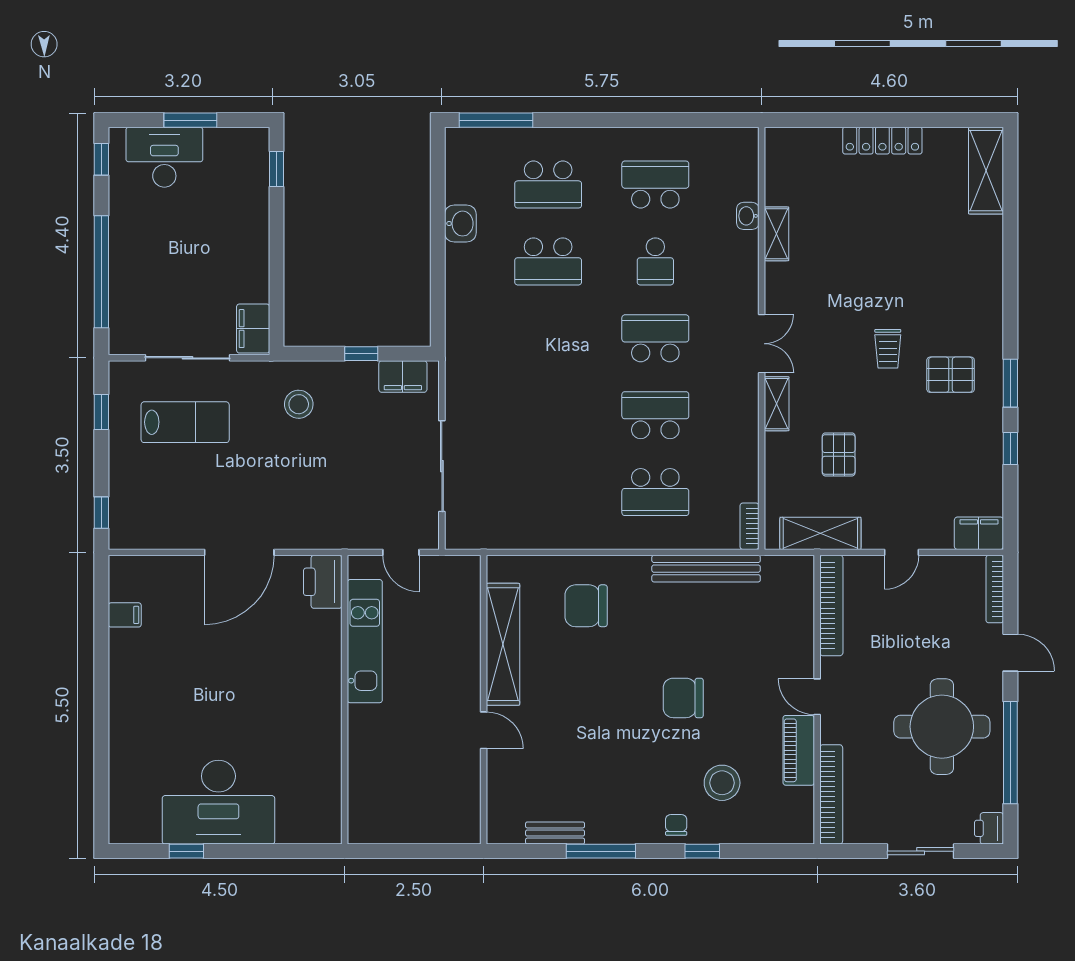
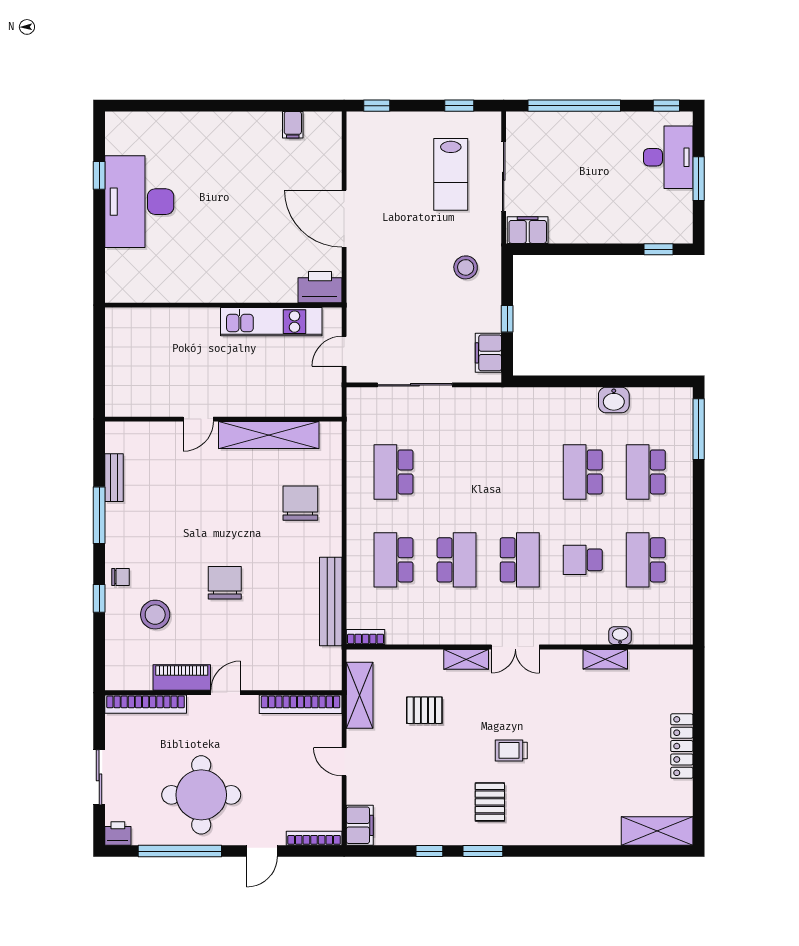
school desk: (655, 185) -> (646, 560), turned 180
school desk: (548, 492) -> (394, 472), added

